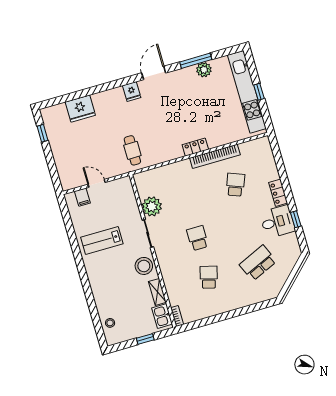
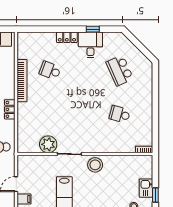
locker: (195, 147) -> (10, 109), moved
school desk: (197, 238) -> (85, 114), removed
shelving: (157, 292) -> (120, 160), removed
kitchen sink: (162, 316) -> (146, 188), moved, turned 90
window: (145, 339) -> (155, 195), moved

